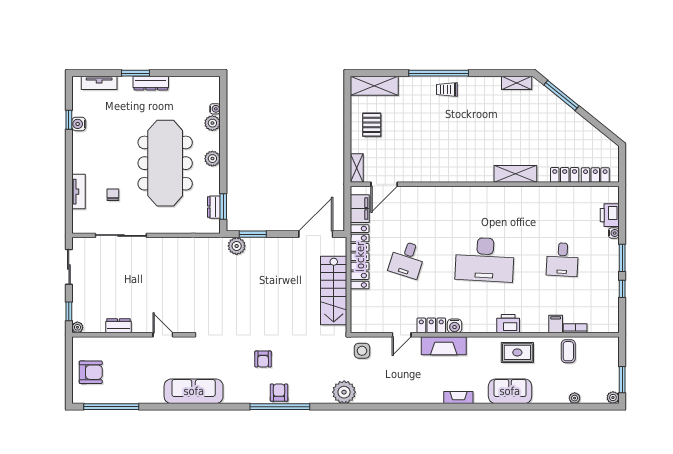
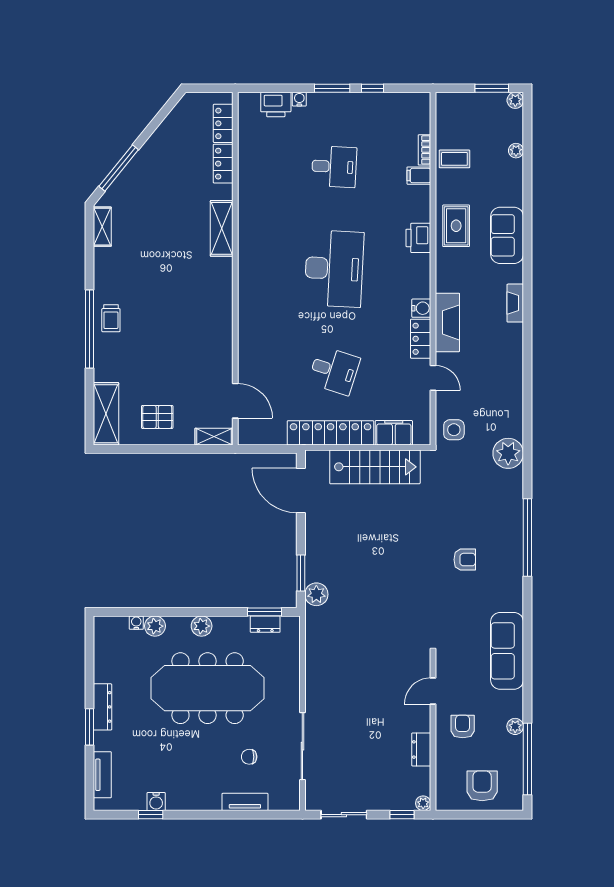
filing cabinet: (360, 209) -> (394, 433), moved
armchair: (279, 393) -> (463, 727), moved, turned 90
plant: (136, 397) -> (515, 726), added

